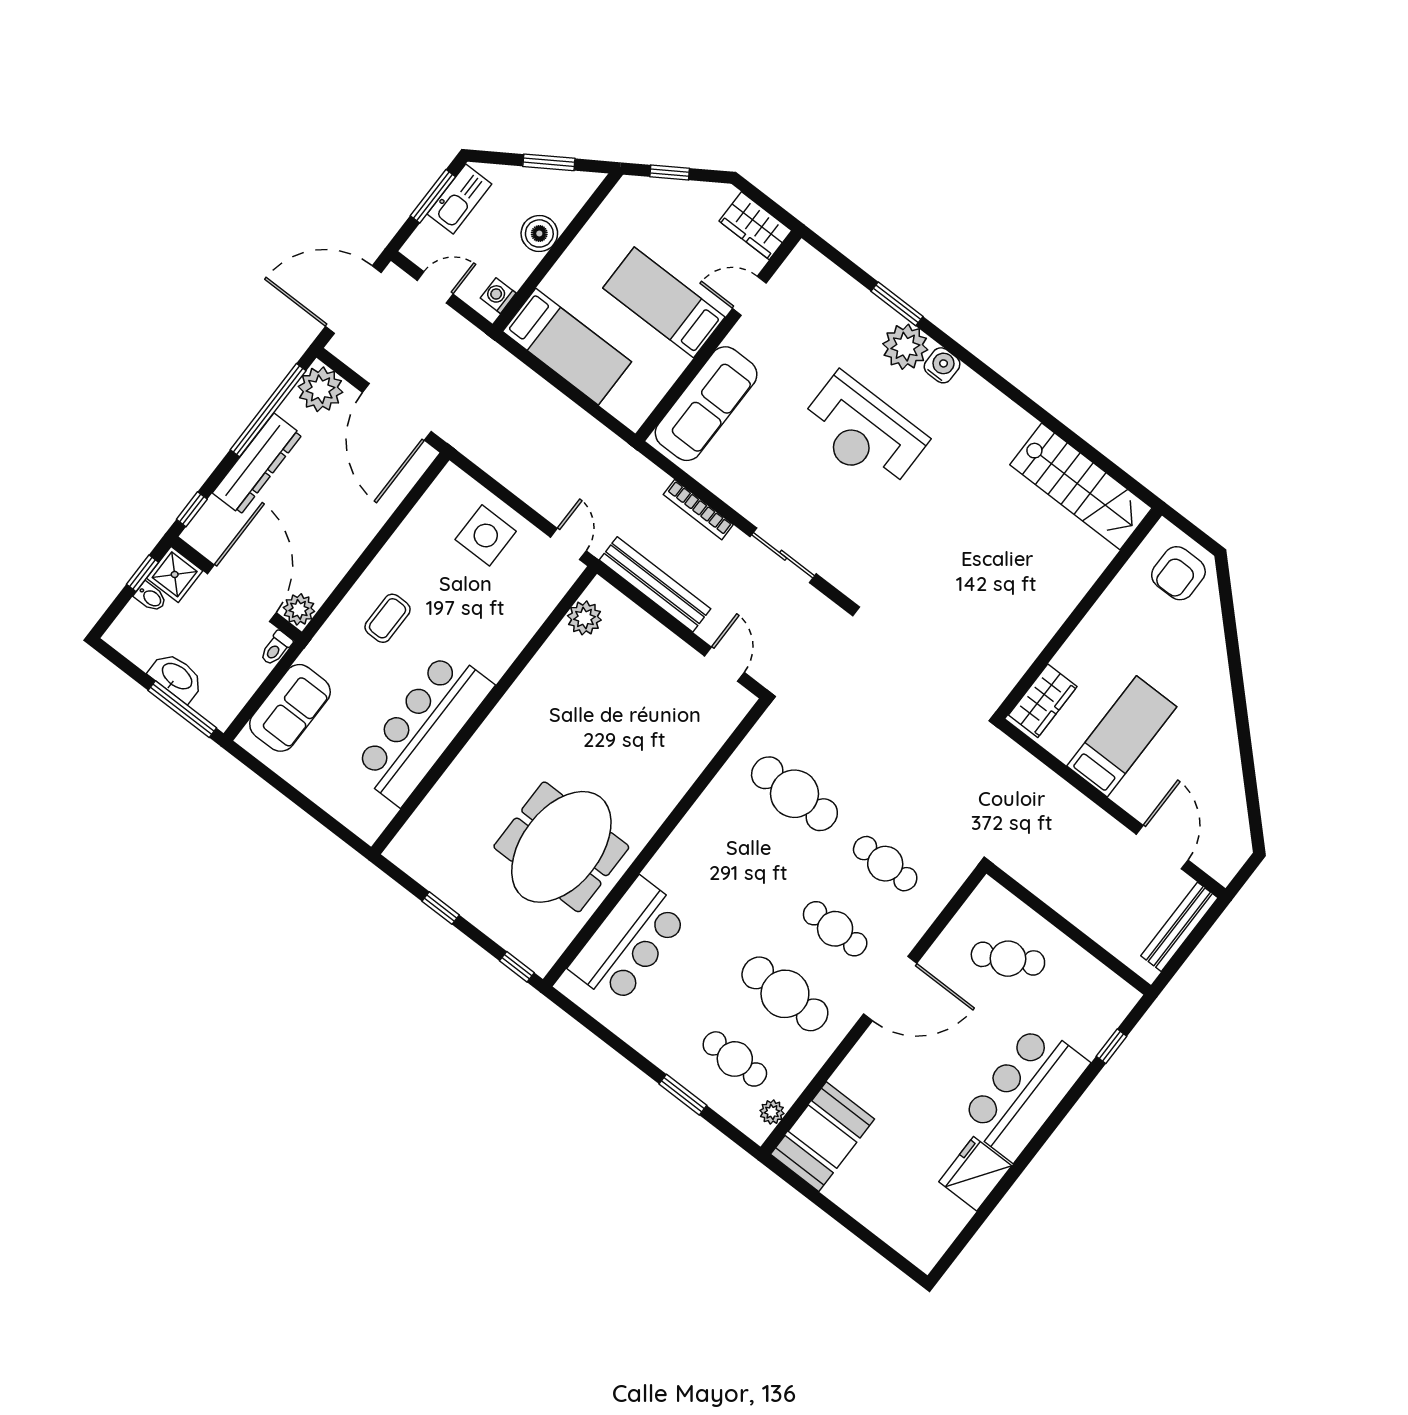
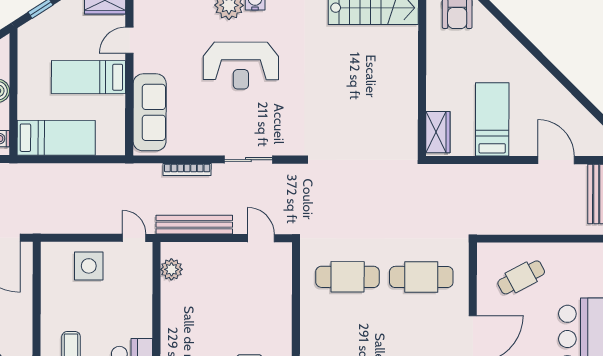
cafe table: (885, 864) -> (421, 277), width x1.37, depth x1.35
cafe table: (835, 929) -> (421, 330), removed

